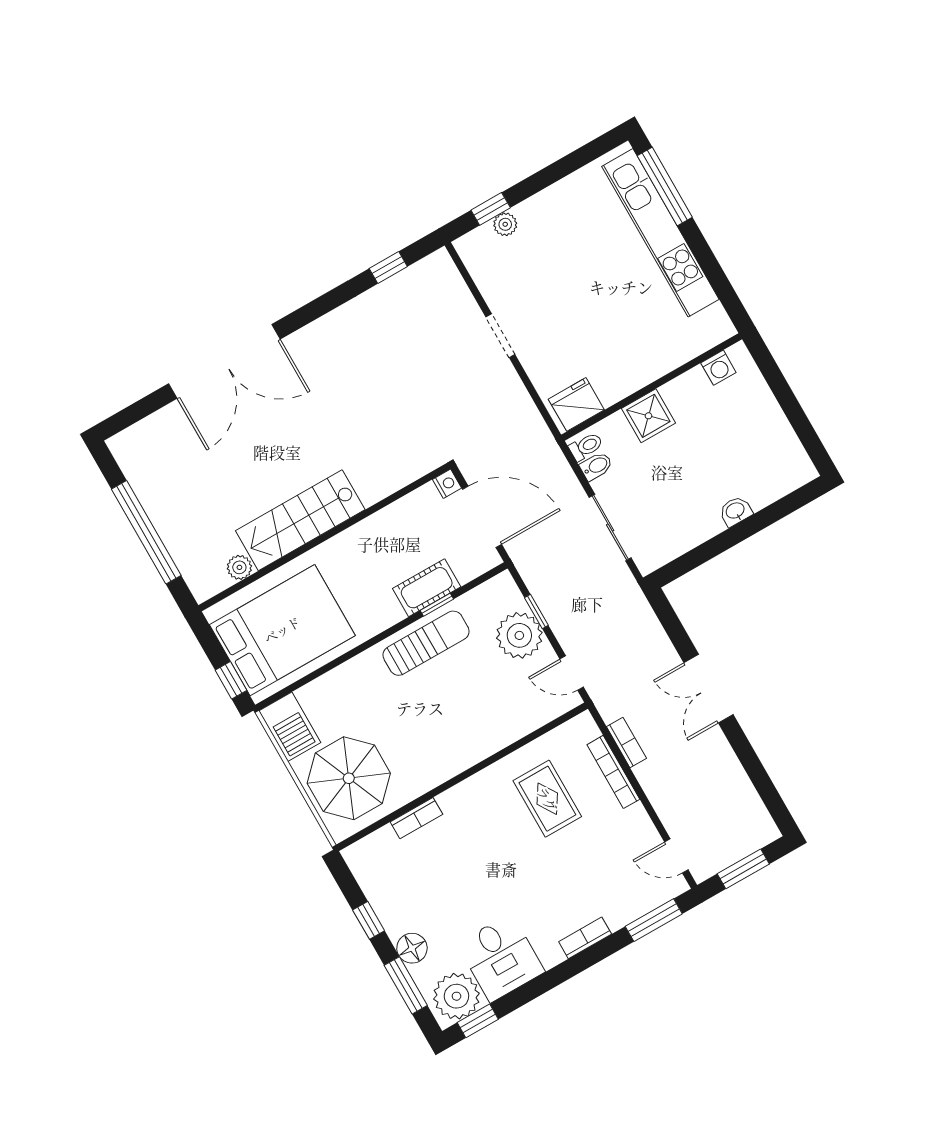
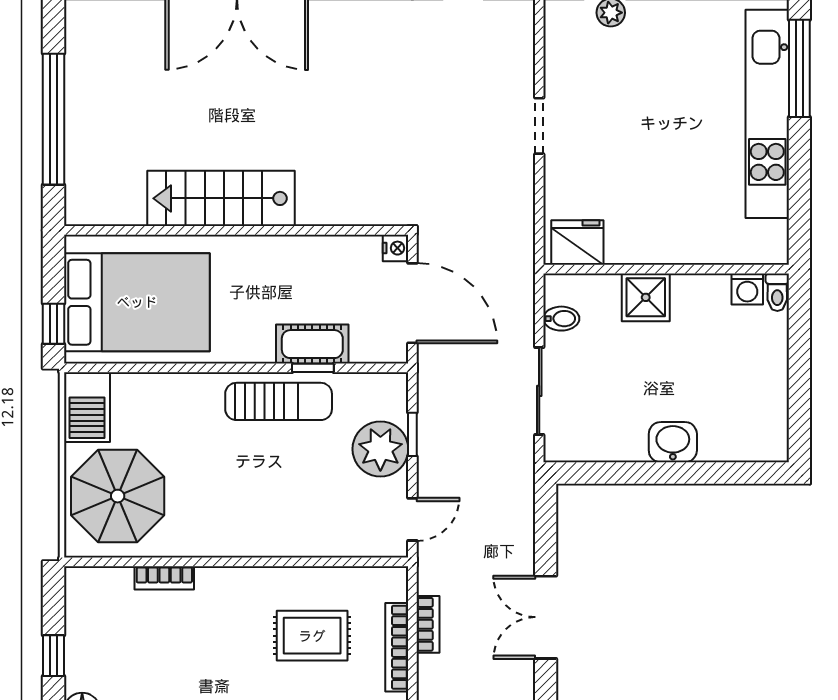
toilet: (586, 446) -> (777, 292), moved, turned 90
washbasin: (735, 511) -> (673, 442), width x1.38, depth x1.45
plant: (239, 567) -> (130, 211), removed
door: (572, 673) -> (412, 519), swing flipped
rug: (547, 799) -> (312, 636), turned 90

